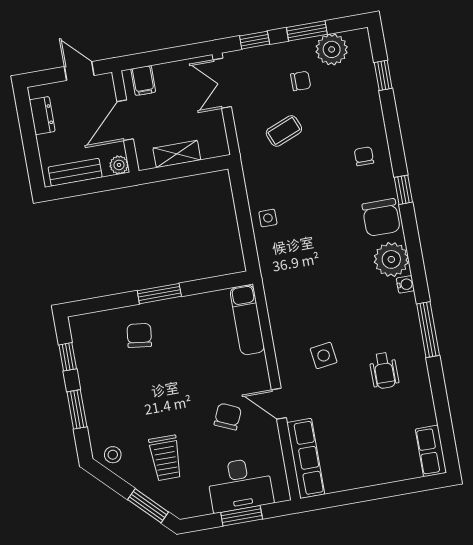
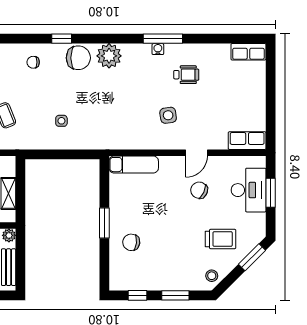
side table: (268, 218) -> (61, 121), moved
water cooler: (405, 284) -> (158, 49), moved
row of seats: (306, 458) -> (247, 141), width x0.68

